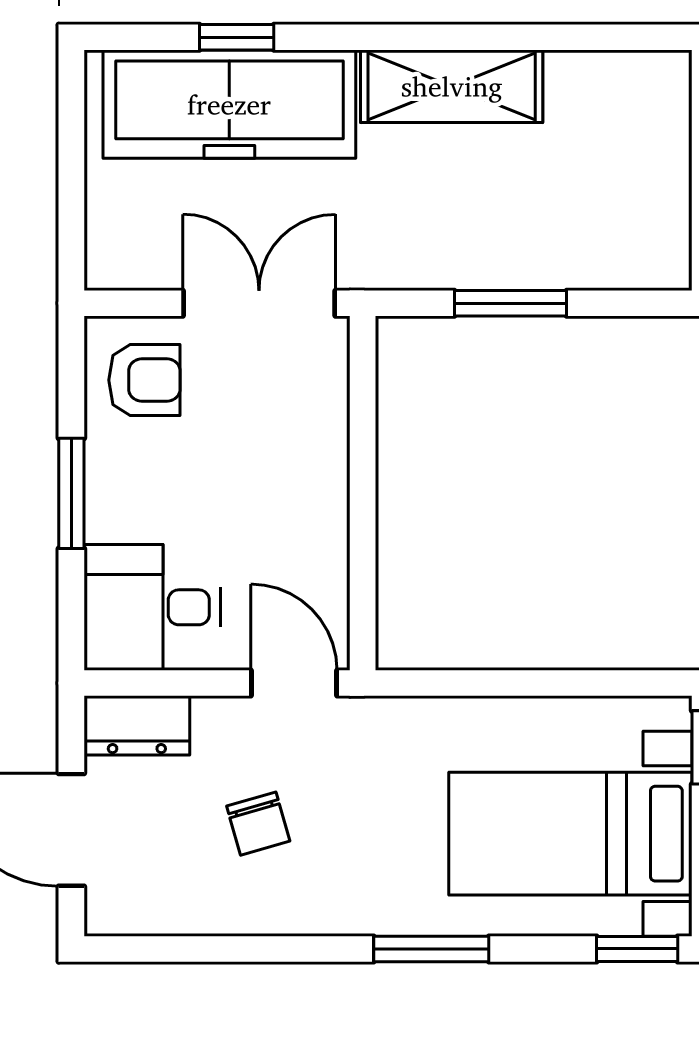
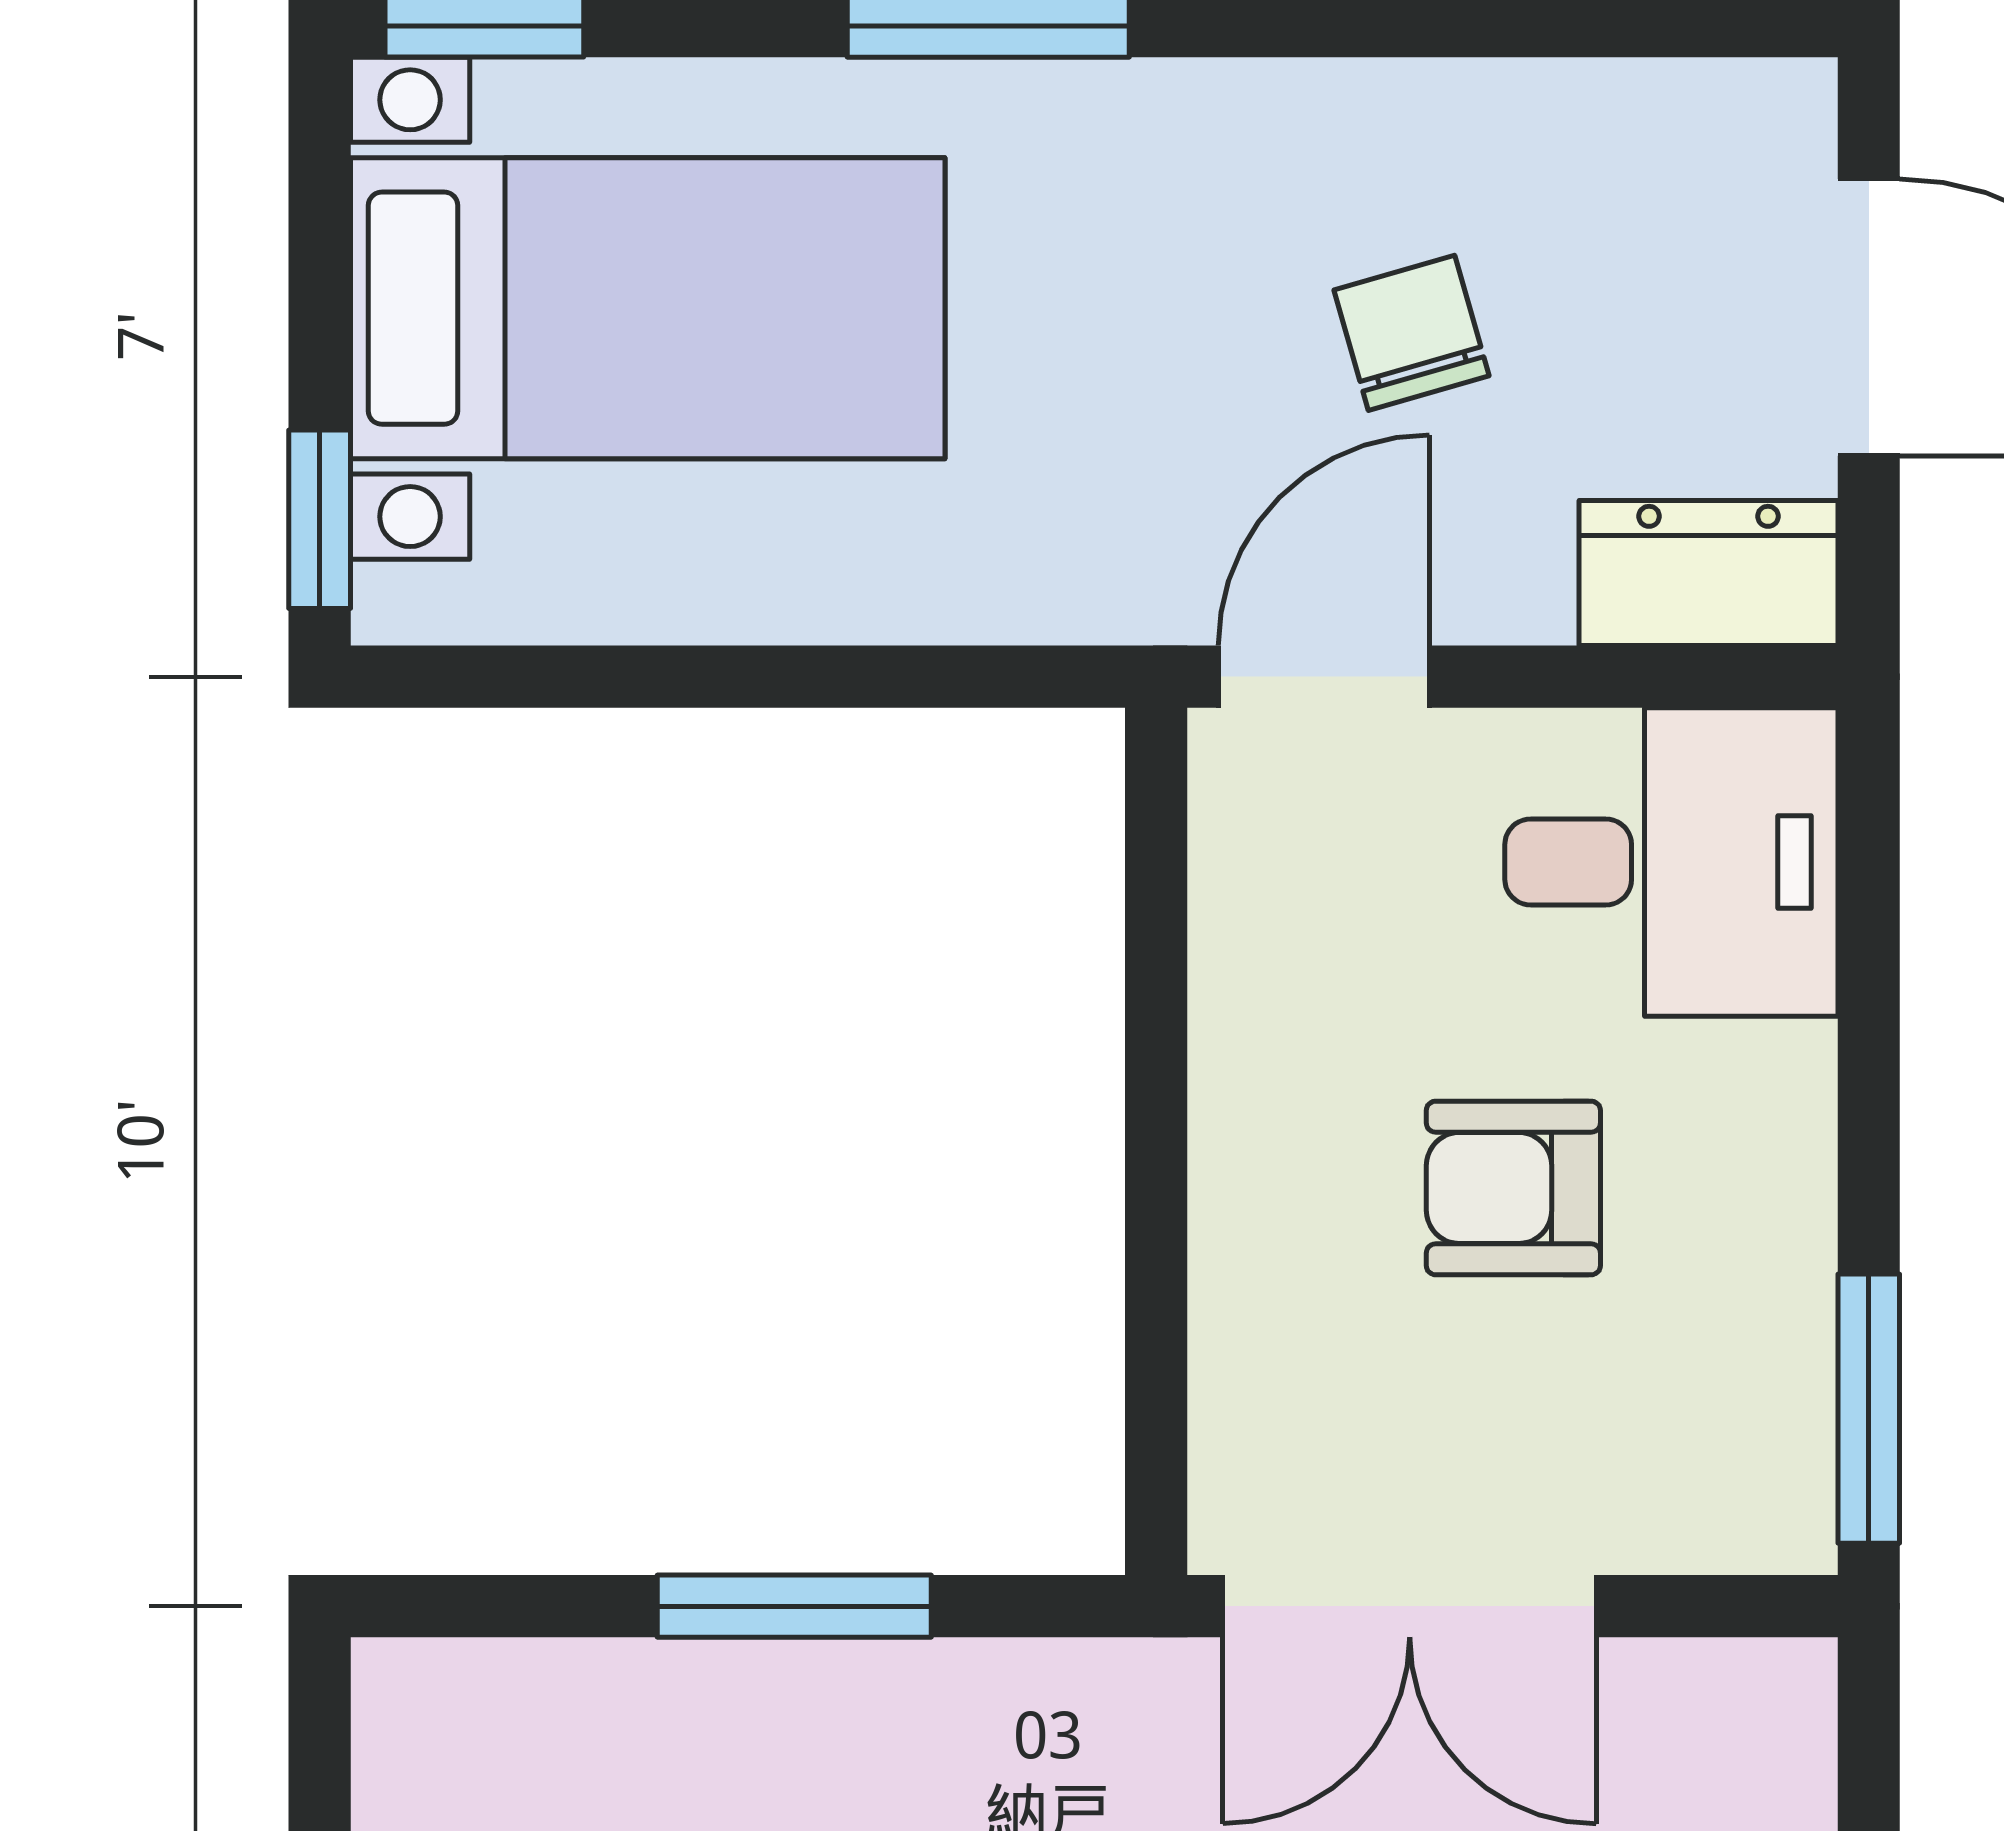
armchair: (144, 380) -> (1513, 1188), moved
window: (71, 493) -> (1869, 1409), moved
door: (294, 683) -> (1324, 677), swing flipped

